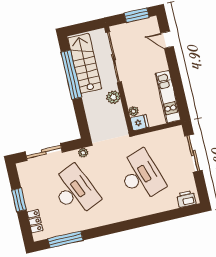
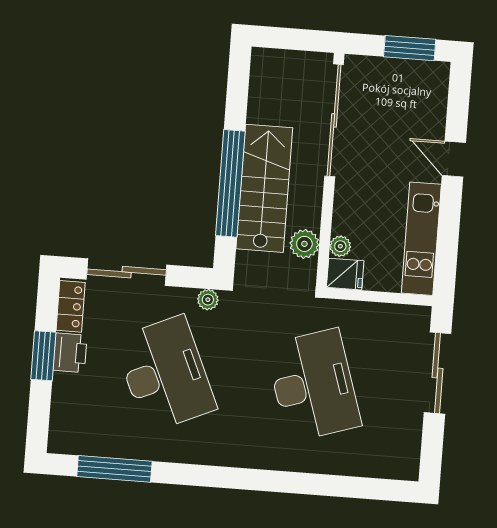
door: (167, 40) -> (454, 159), moved
stairs: (85, 63) -> (264, 188), moved
window: (71, 75) -> (230, 183), moved
plant: (113, 97) -> (304, 244), moved
printer: (186, 199) -> (70, 353), moved, turned 90
locker: (35, 221) -> (71, 306), moved

